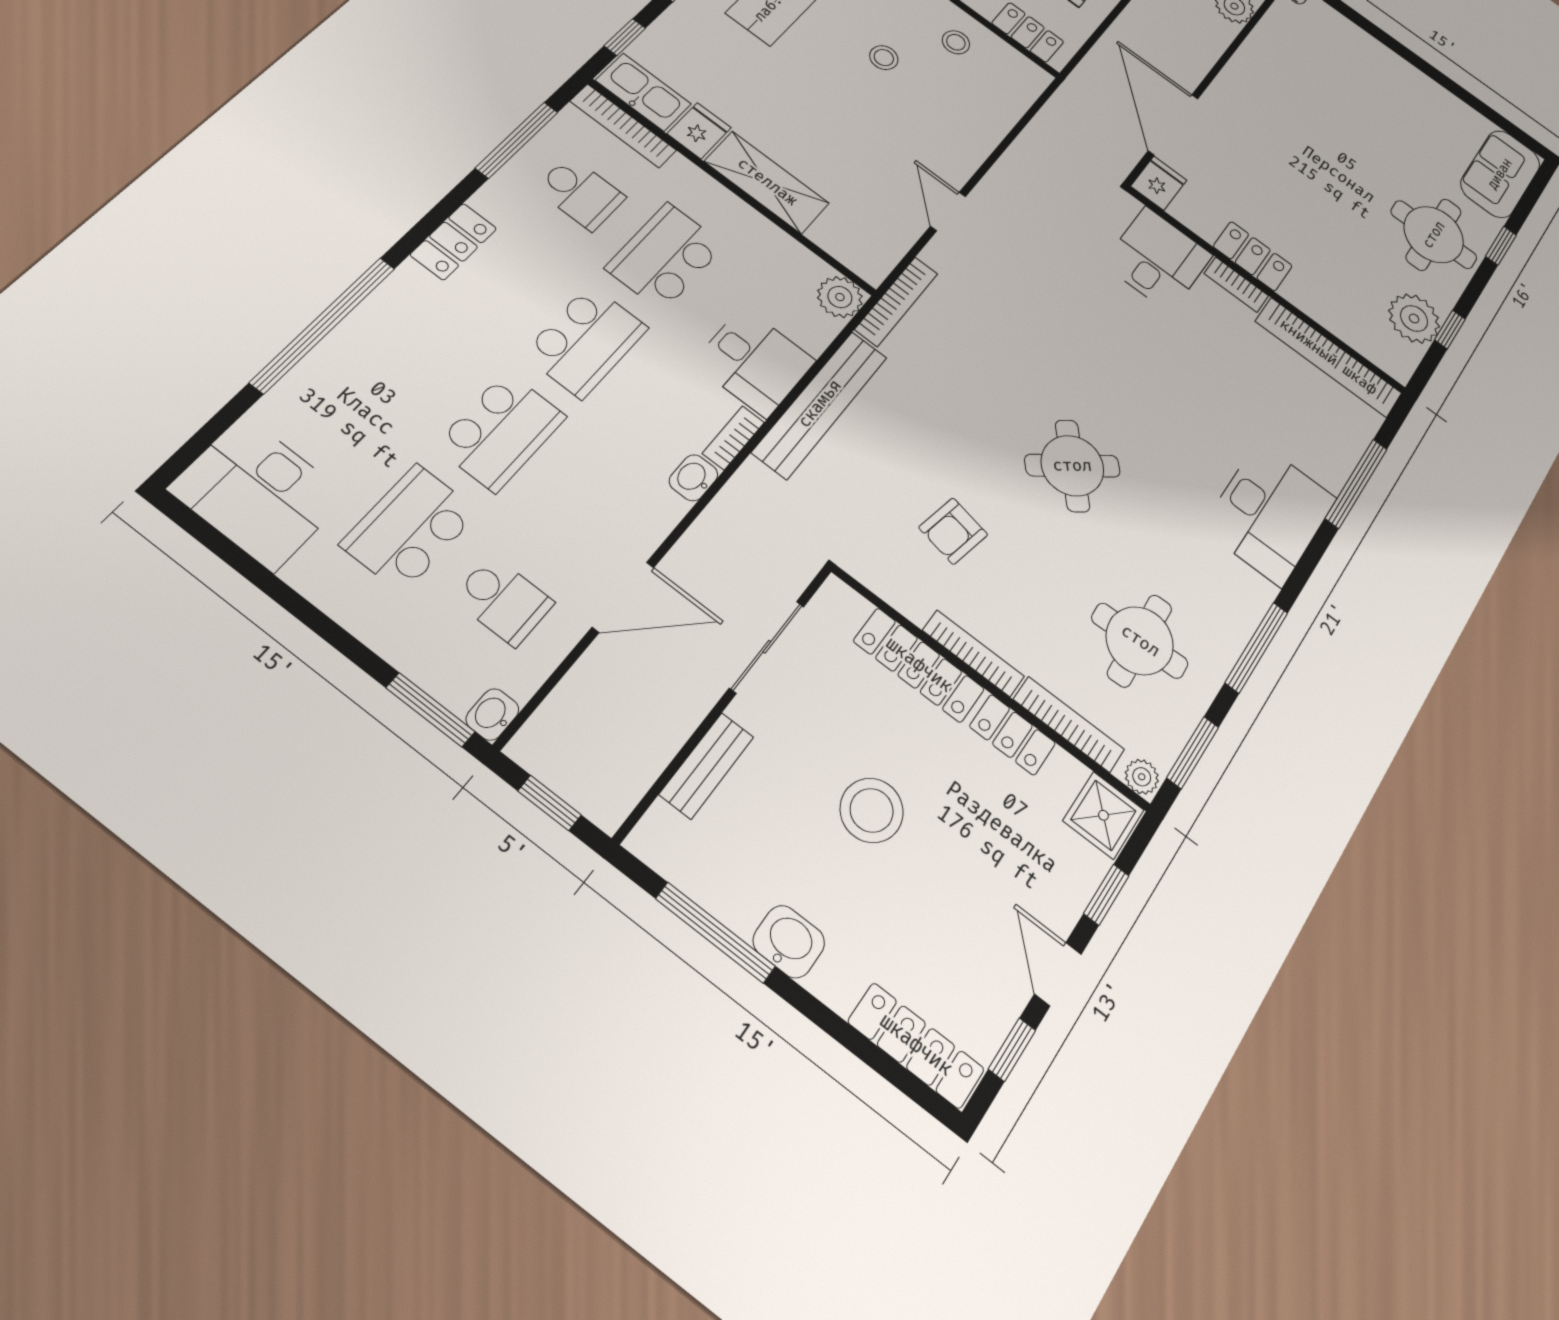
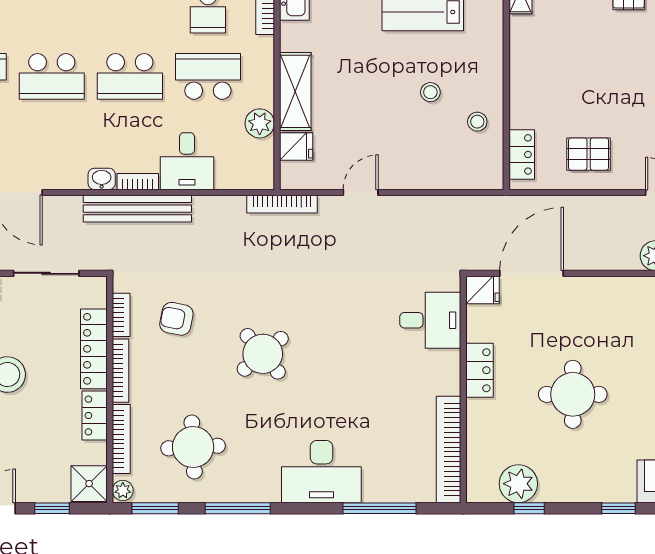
fridge: (699, 131) -> (296, 146), moved
round table: (1434, 235) -> (573, 394), moved
bookcase: (1236, 285) -> (121, 315), moved, turned 180
plant: (840, 297) -> (260, 123), moved
bench: (820, 404) -> (137, 209), moved

